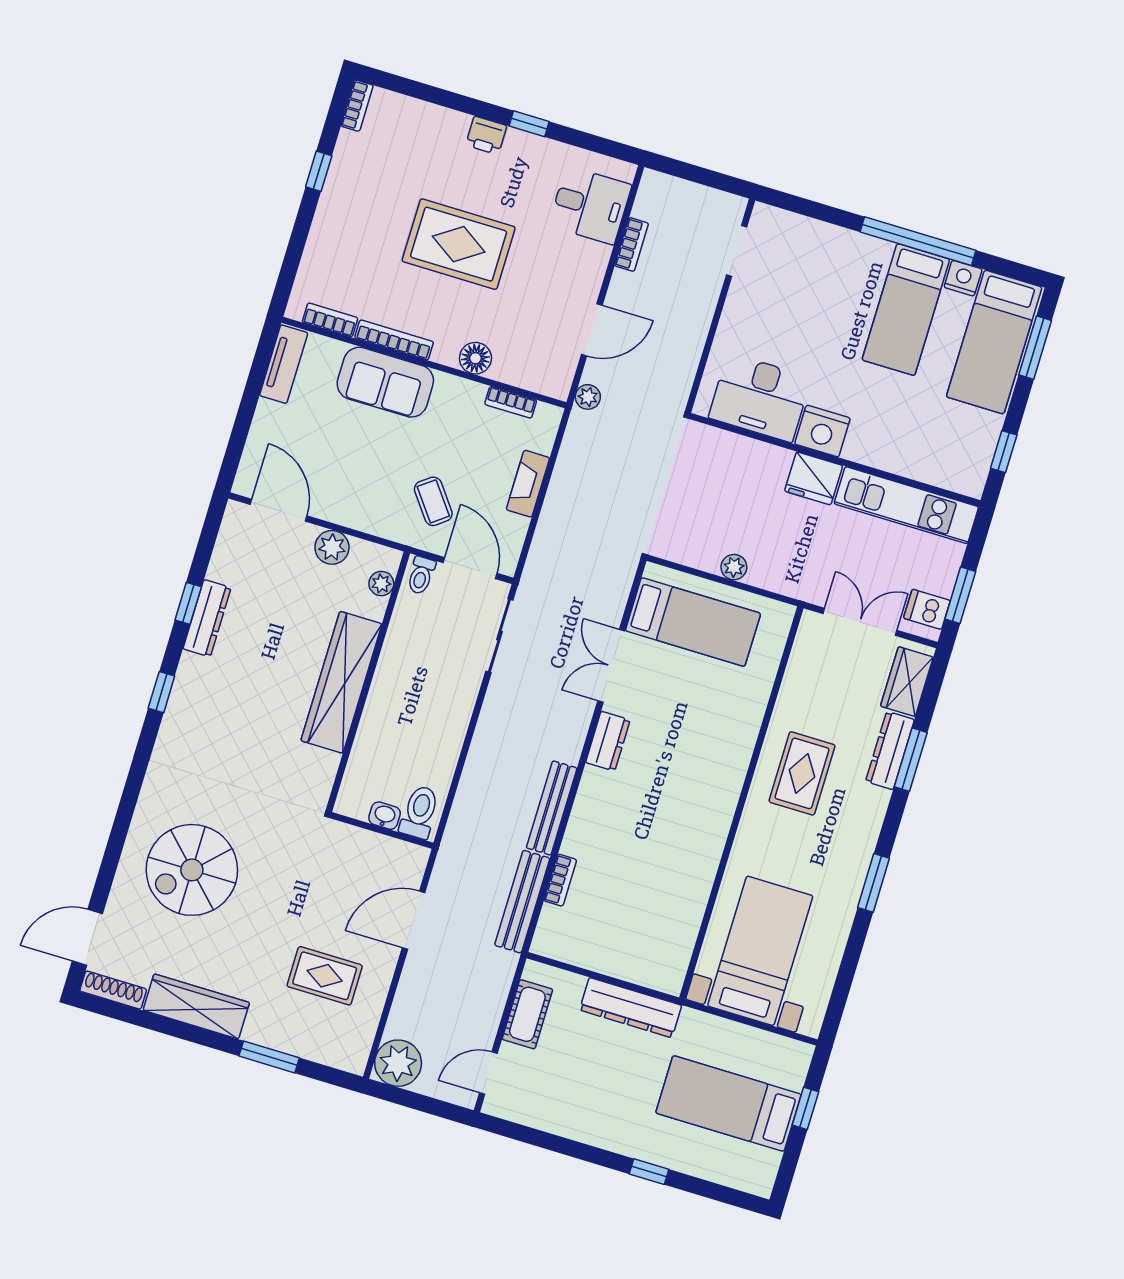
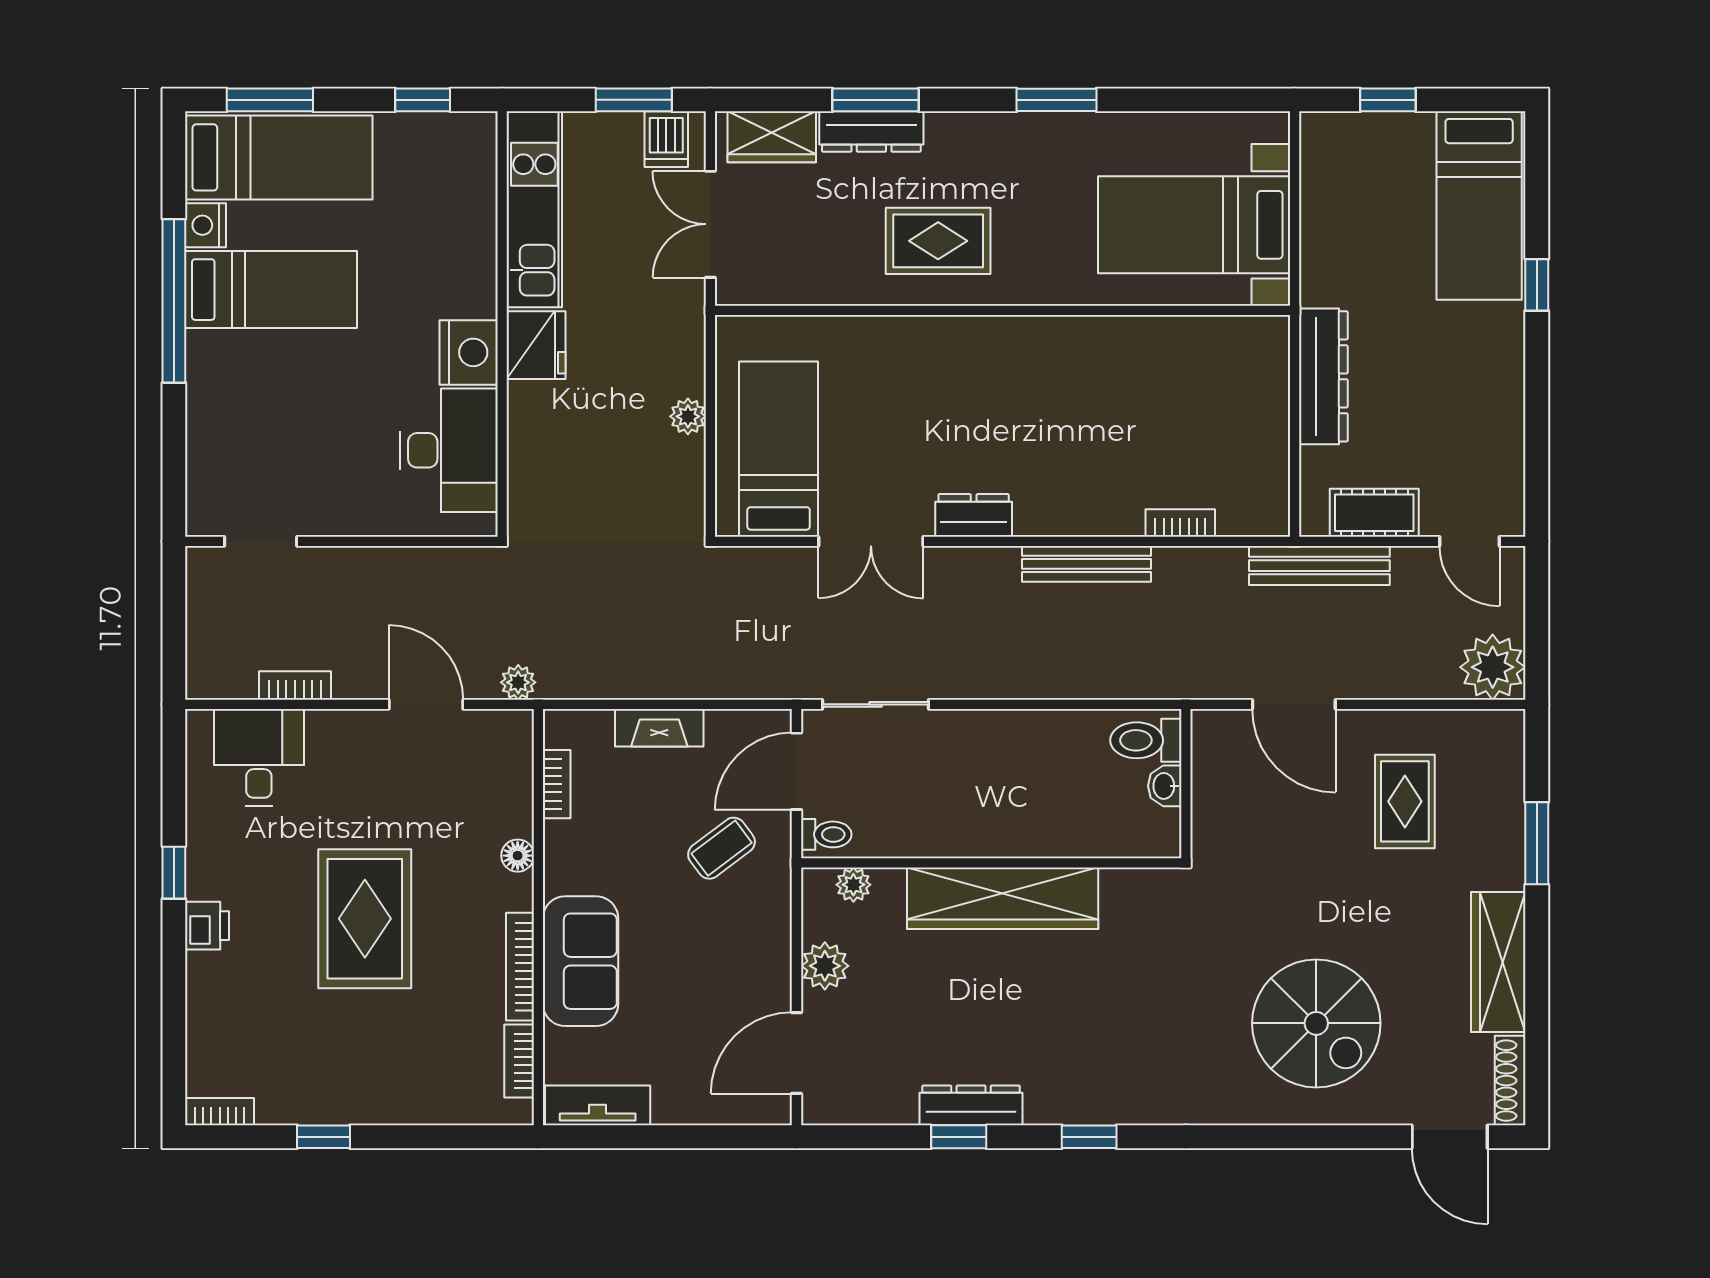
floor lamp: (475, 358) -> (518, 856), width x0.73, depth x0.73
bench: (522, 902) -> (1319, 566), moved
bed: (728, 1104) -> (1479, 206), moved

